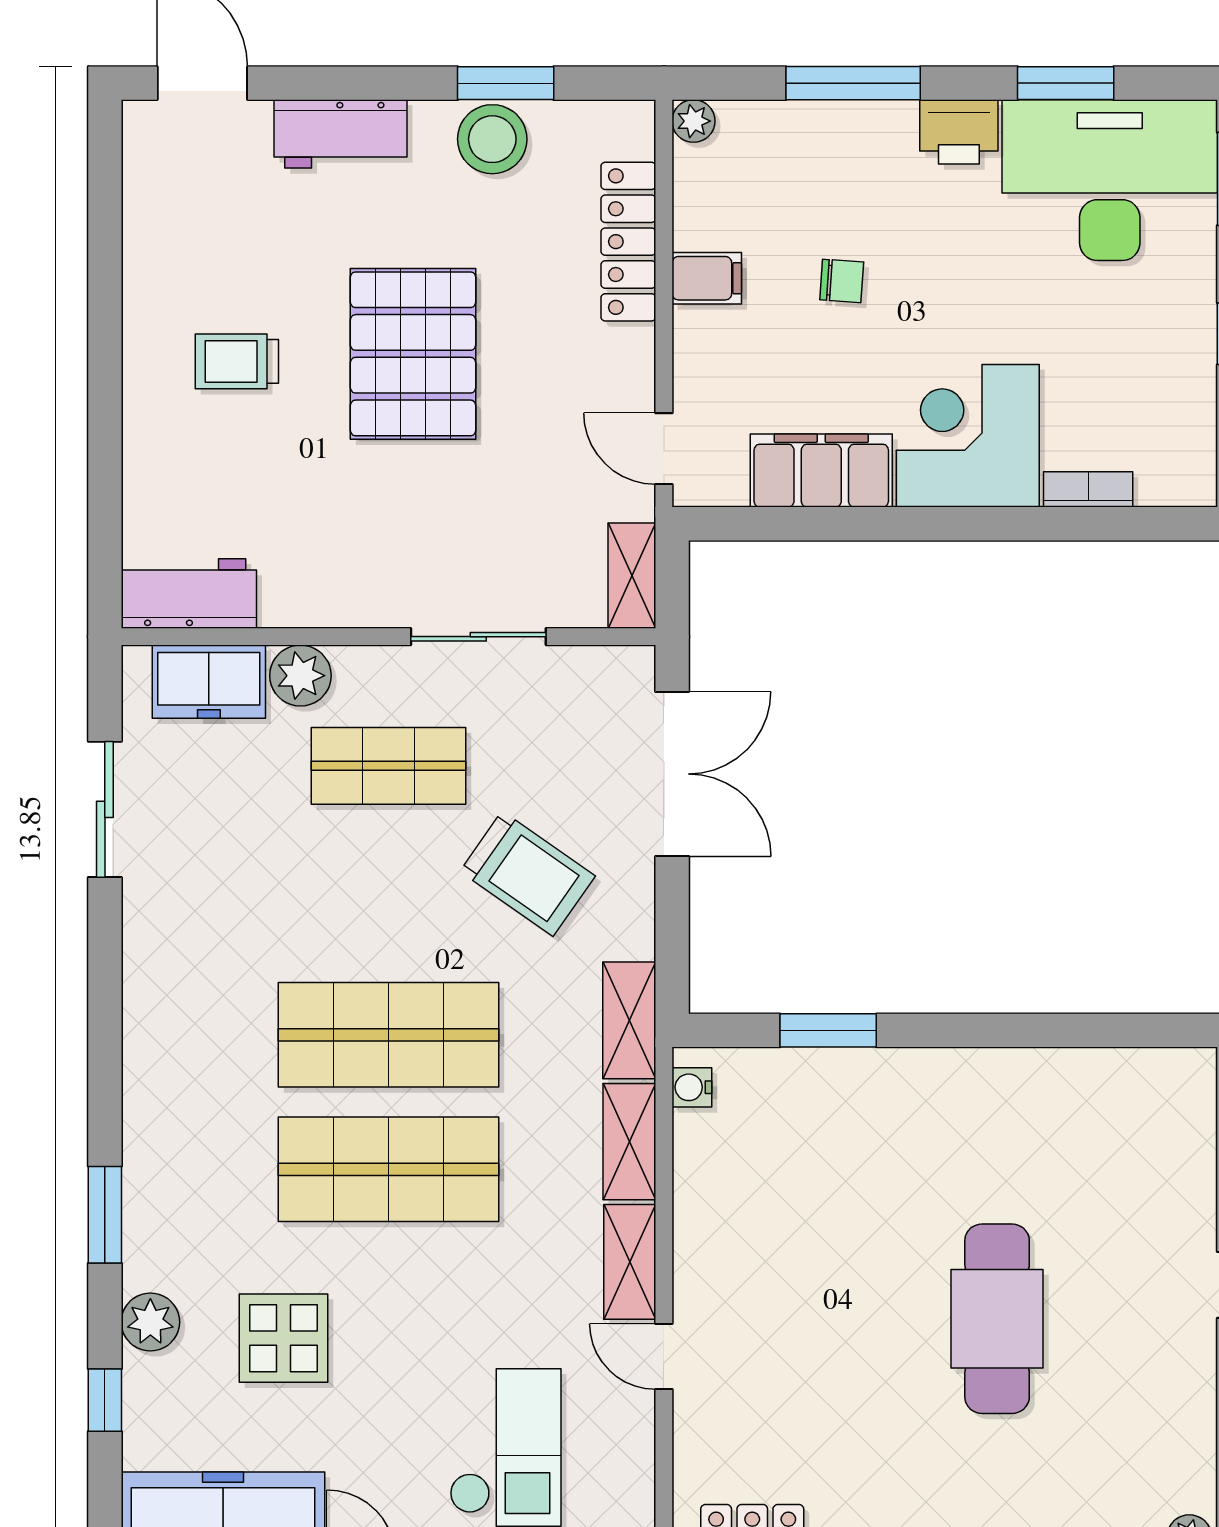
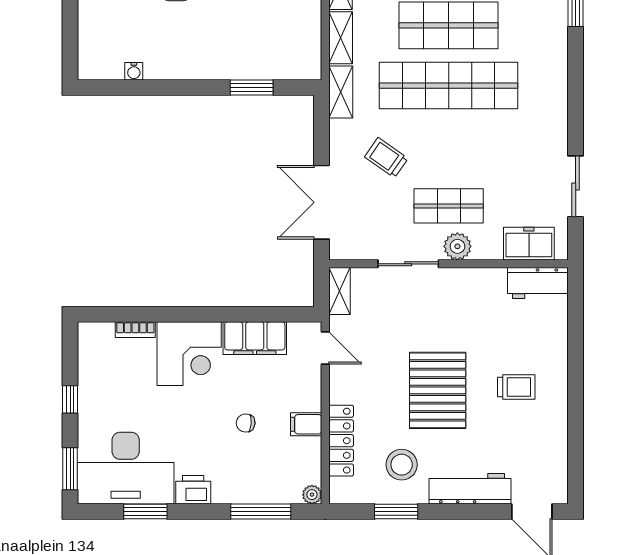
window: (853, 83) -> (261, 512), moved
workbench: (340, 134) -> (470, 489), width x1.38
stool: (492, 139) -> (402, 465), moved
plant: (300, 676) -> (457, 246), moved
trolley: (528, 874) -> (386, 158), width x0.73, depth x0.72
shop shelf: (388, 1035) -> (449, 86), width x1.40
water cooler: (692, 1087) -> (134, 71), moved, turned 90

